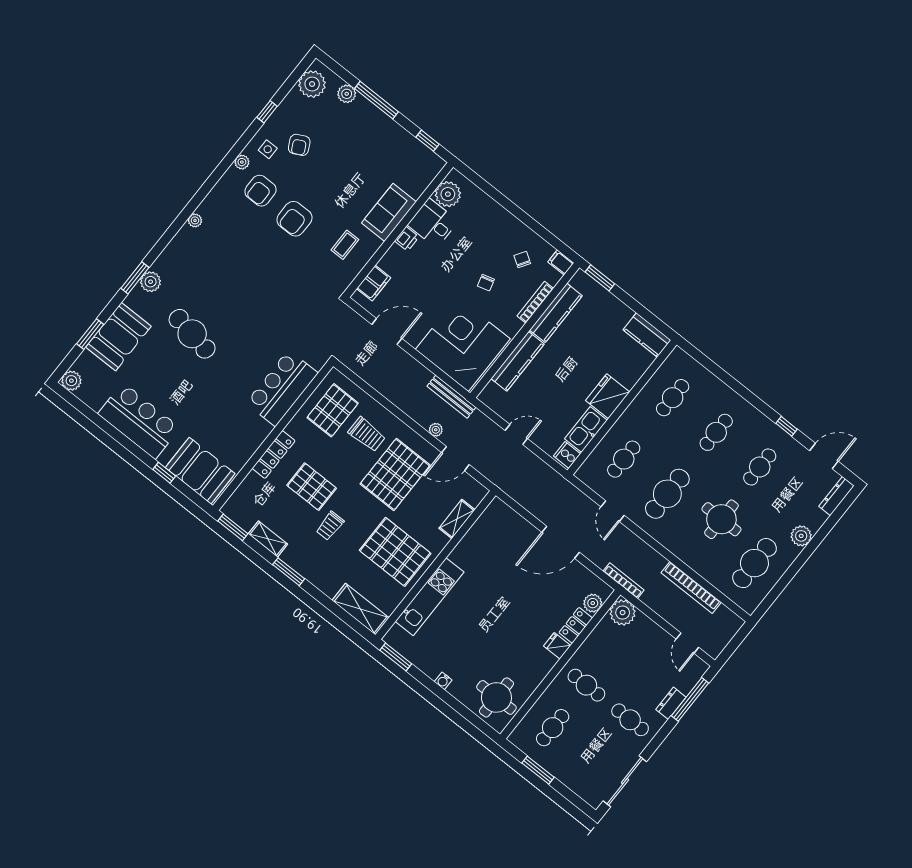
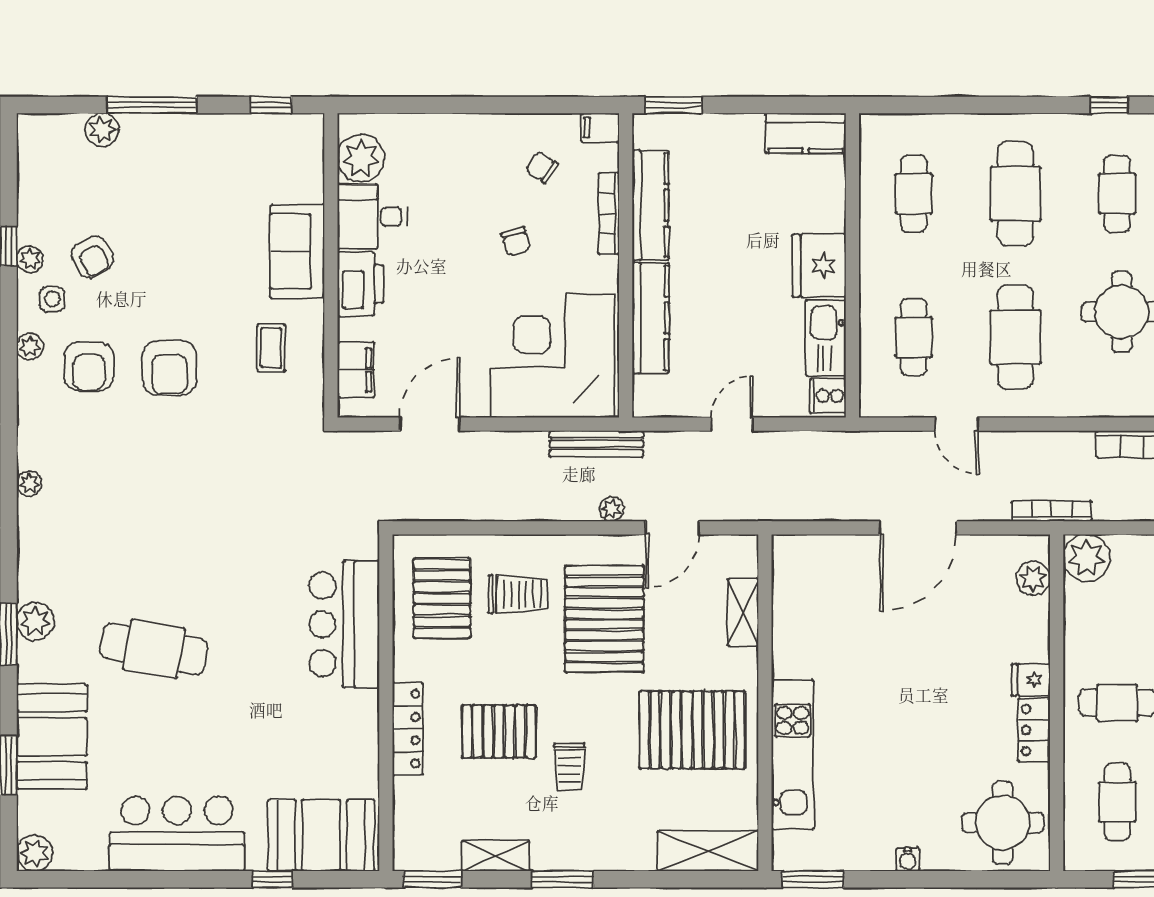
plant: (312, 84) -> (30, 259), moved, width x0.53, depth x0.53
printer: (407, 239) -> (360, 284), width x1.87, depth x1.48
cafe table: (716, 432) -> (1015, 194), width x1.37, depth x1.35
locker: (576, 625) -> (1034, 730), moved

